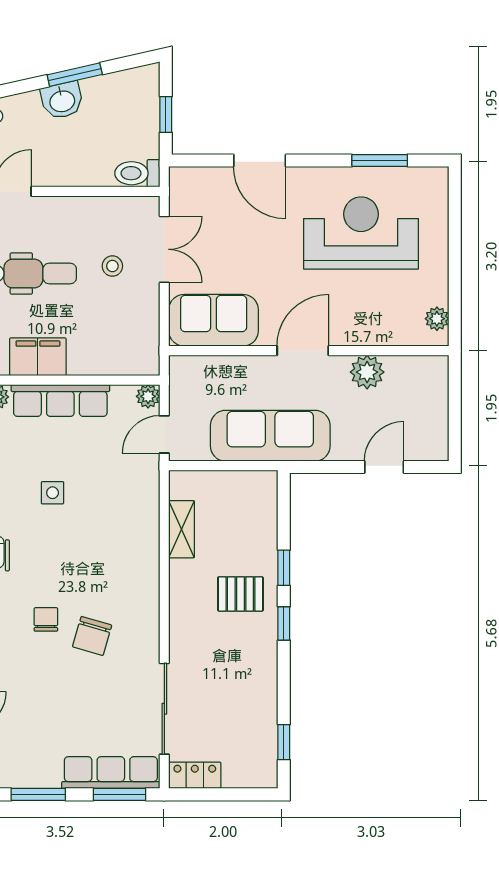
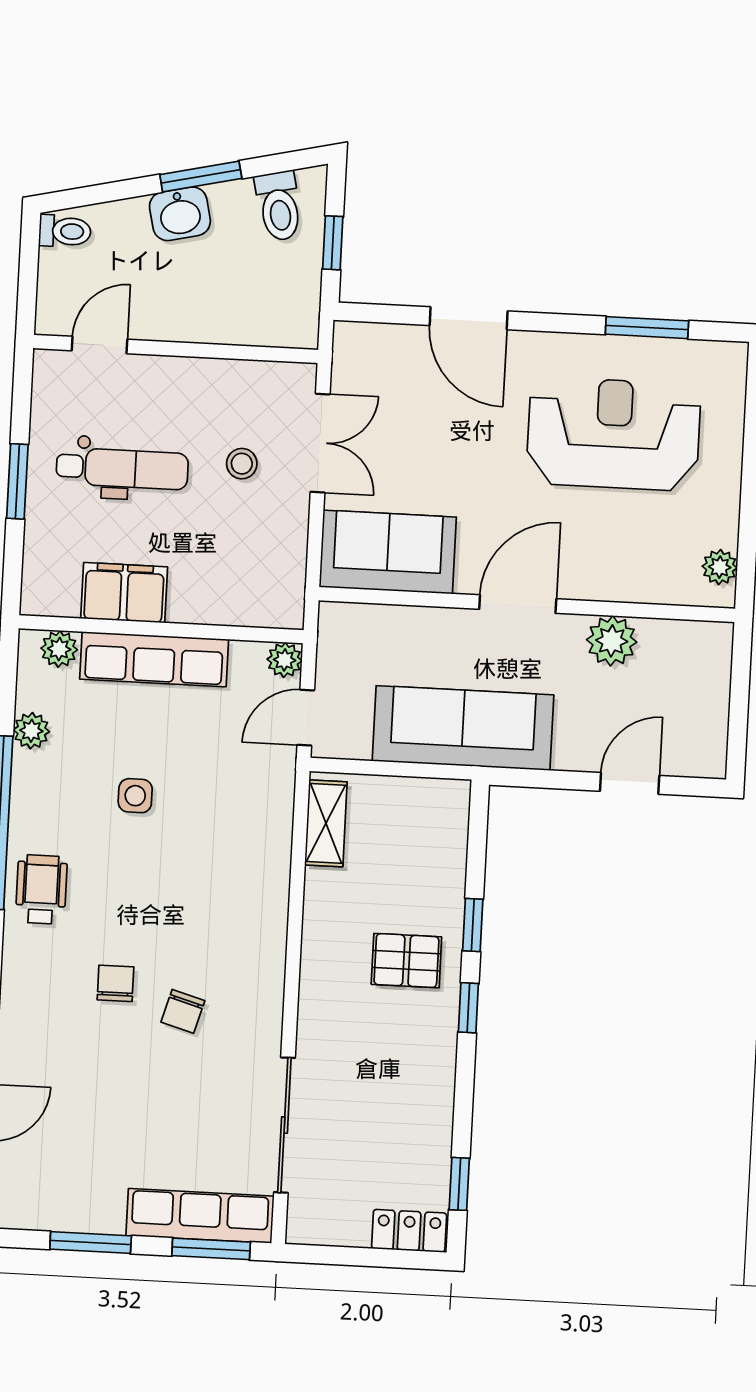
toilet: (137, 173) -> (279, 206), moved, turned -103
shelving: (182, 529) -> (326, 823), moved
chair: (92, 636) -> (183, 1011), width x0.73, depth x0.73
locker: (195, 775) -> (409, 1231), moved

